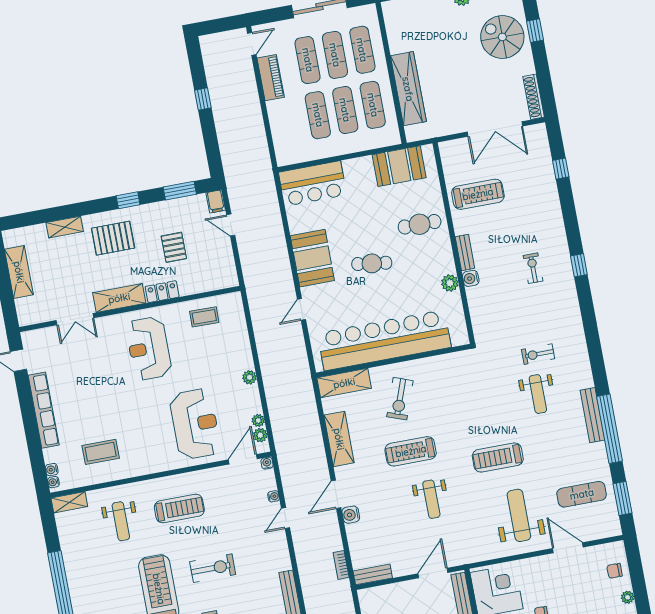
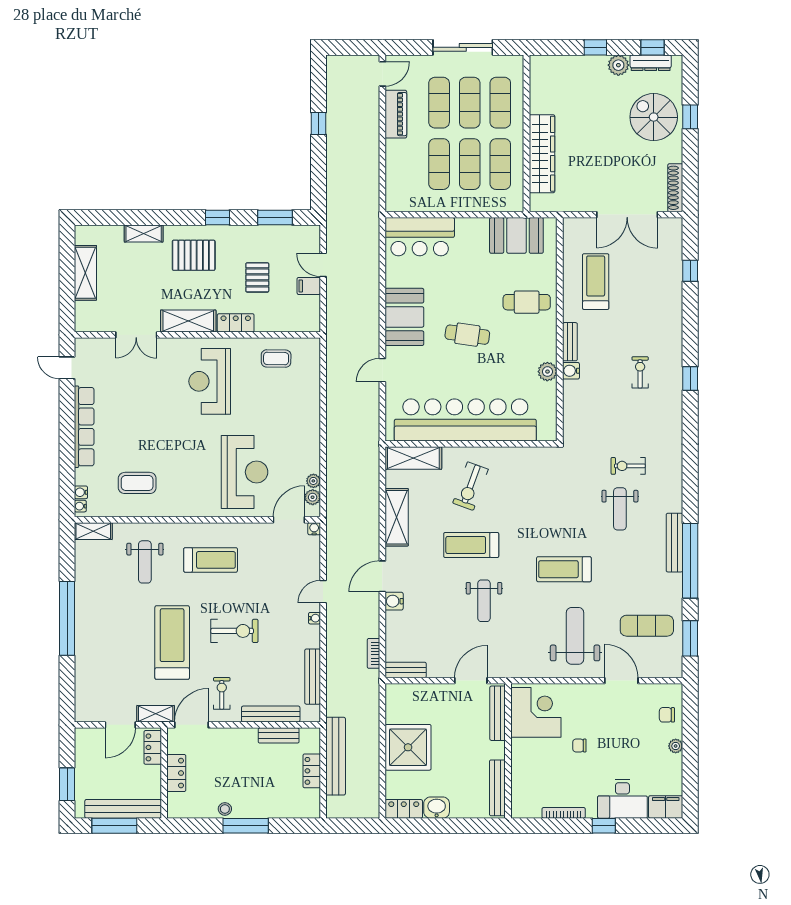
treadmill: (478, 194) -> (596, 282), turned -90
filing cabinet: (216, 201) -> (309, 286), moved, turned 90
plant: (249, 377) -> (313, 433), removed
water cooler: (274, 496) -> (314, 618), moved

